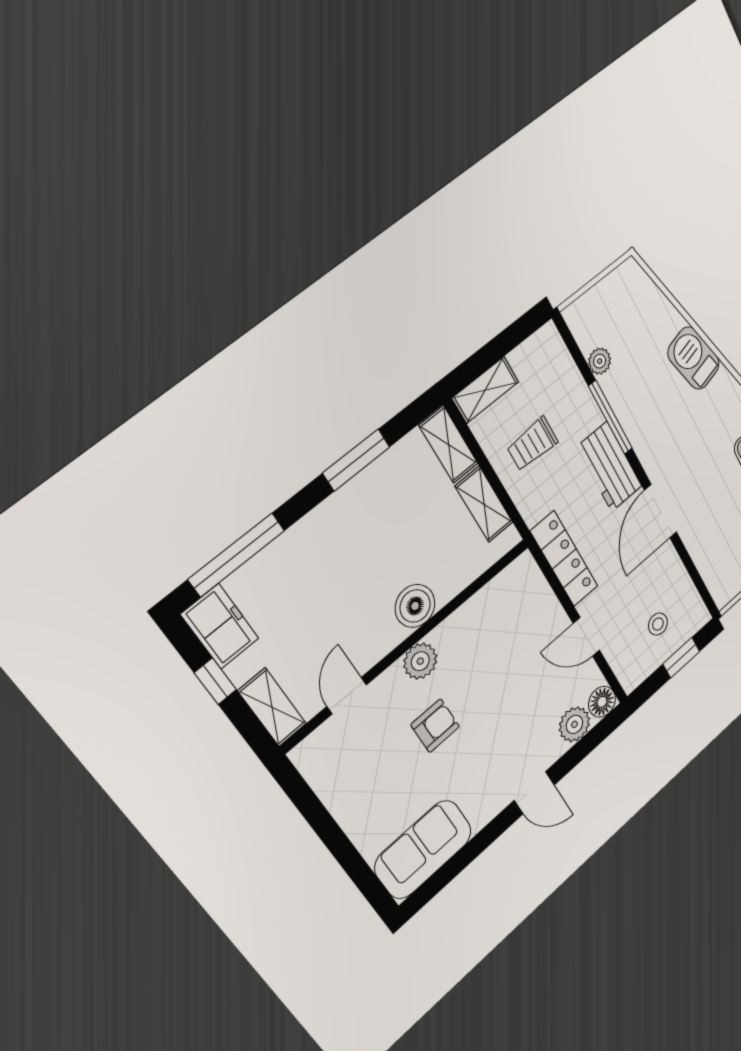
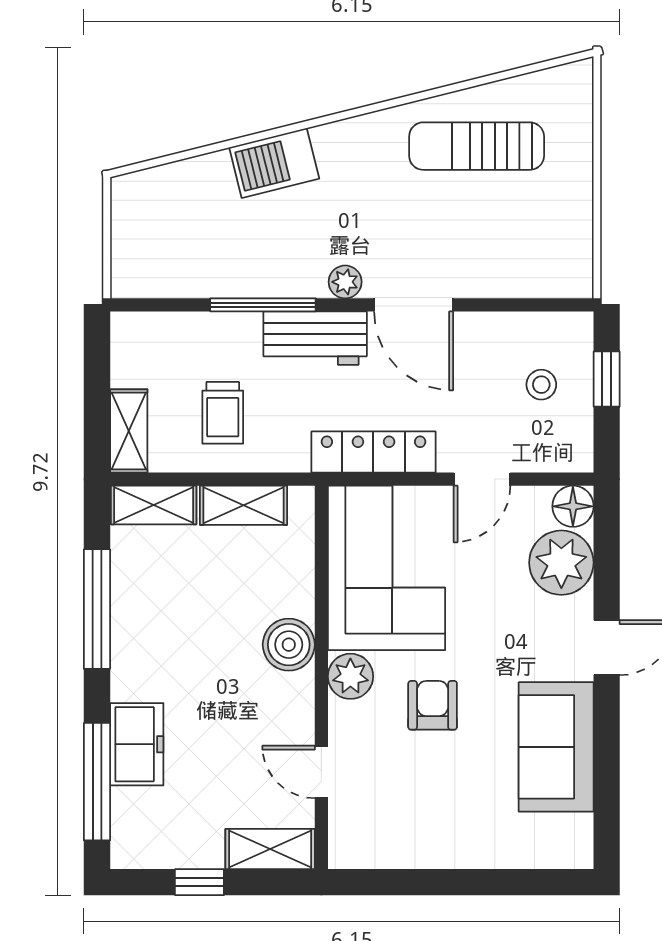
plant: (600, 361) -> (345, 282), moved
window: (356, 460) -> (97, 609), width x1.44
freezer: (220, 626) -> (137, 744), moved, turned 90
corner sofa: (501, 626) -> (387, 568), added
plant: (574, 724) -> (561, 563), width x1.36, depth x1.36
sofa: (423, 850) -> (556, 747), moved

